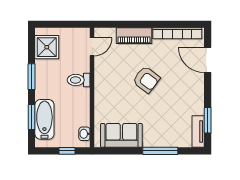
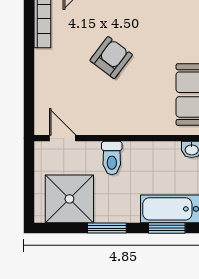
piano: (134, 36) -> (46, 76), removed
shower: (47, 47) -> (69, 199), width x1.37, depth x1.37

